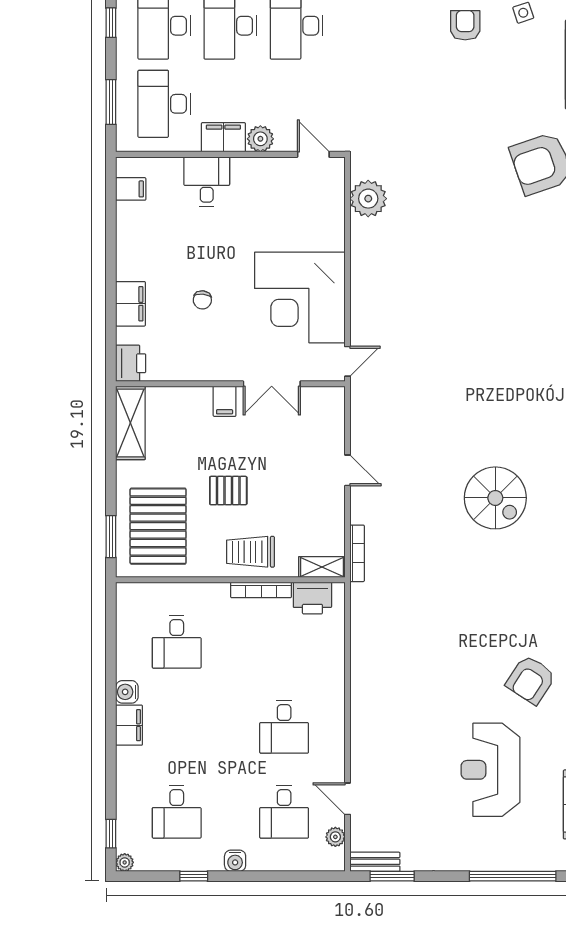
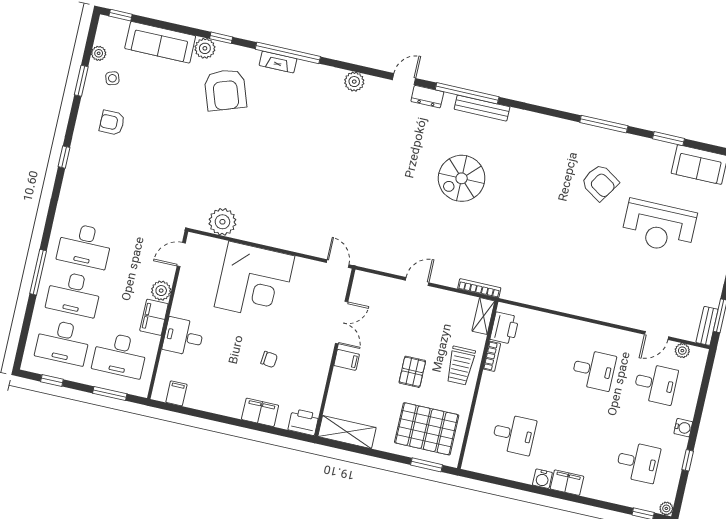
corner desk: (300, 297) -> (255, 281), moved
spiral stairs: (495, 498) -> (462, 178), turned 180
bookcase: (261, 590) -> (492, 356), width x0.64

